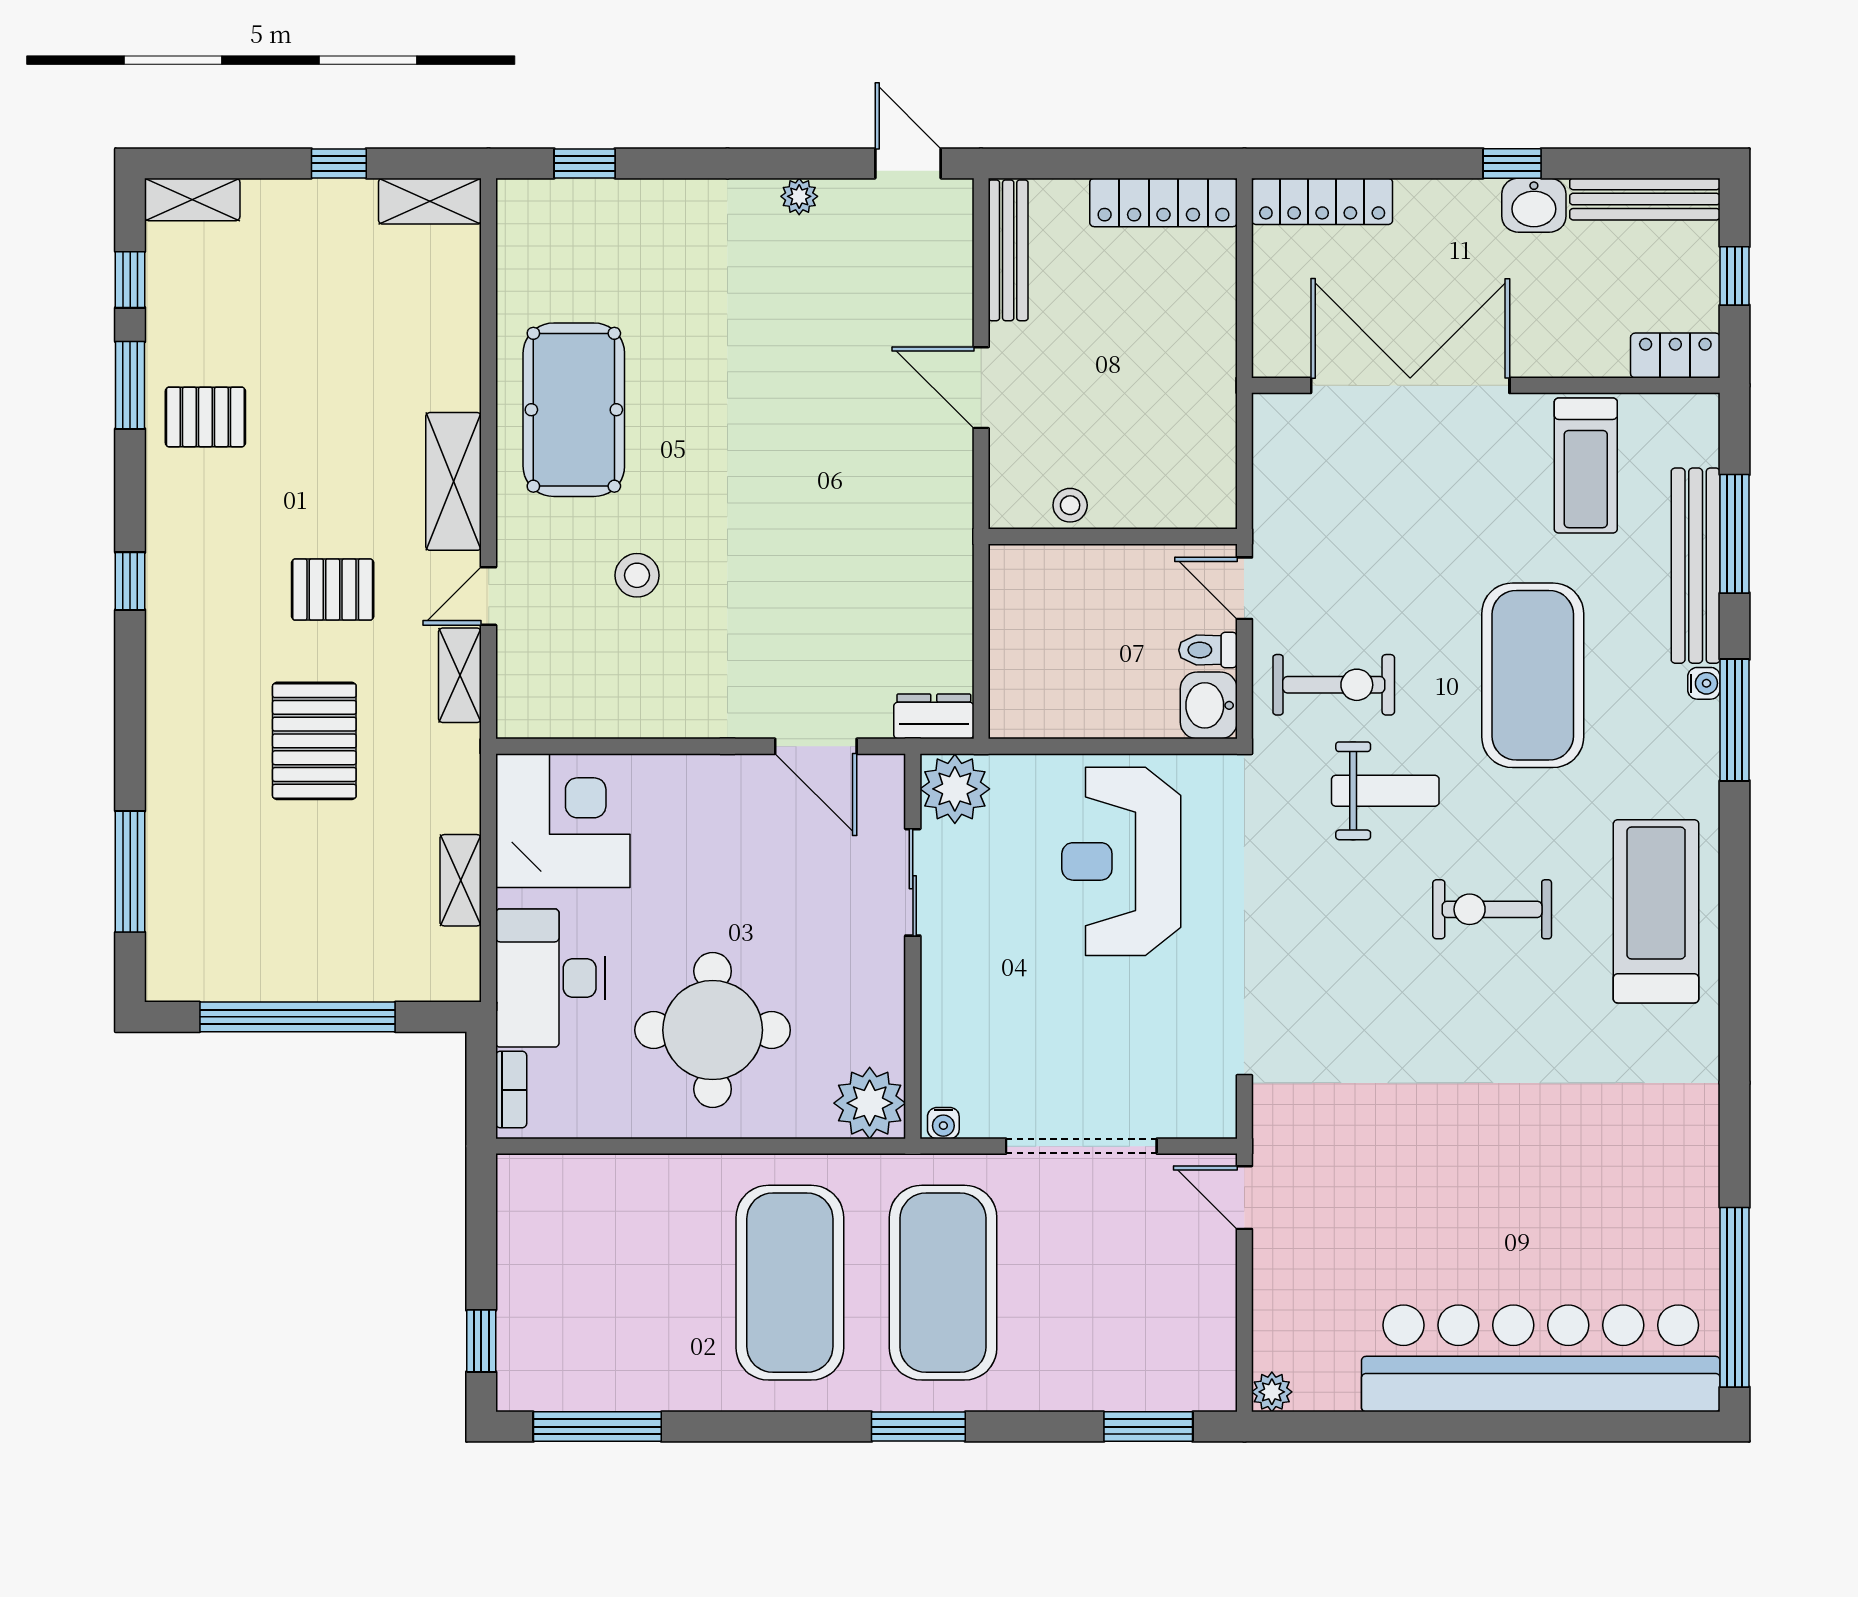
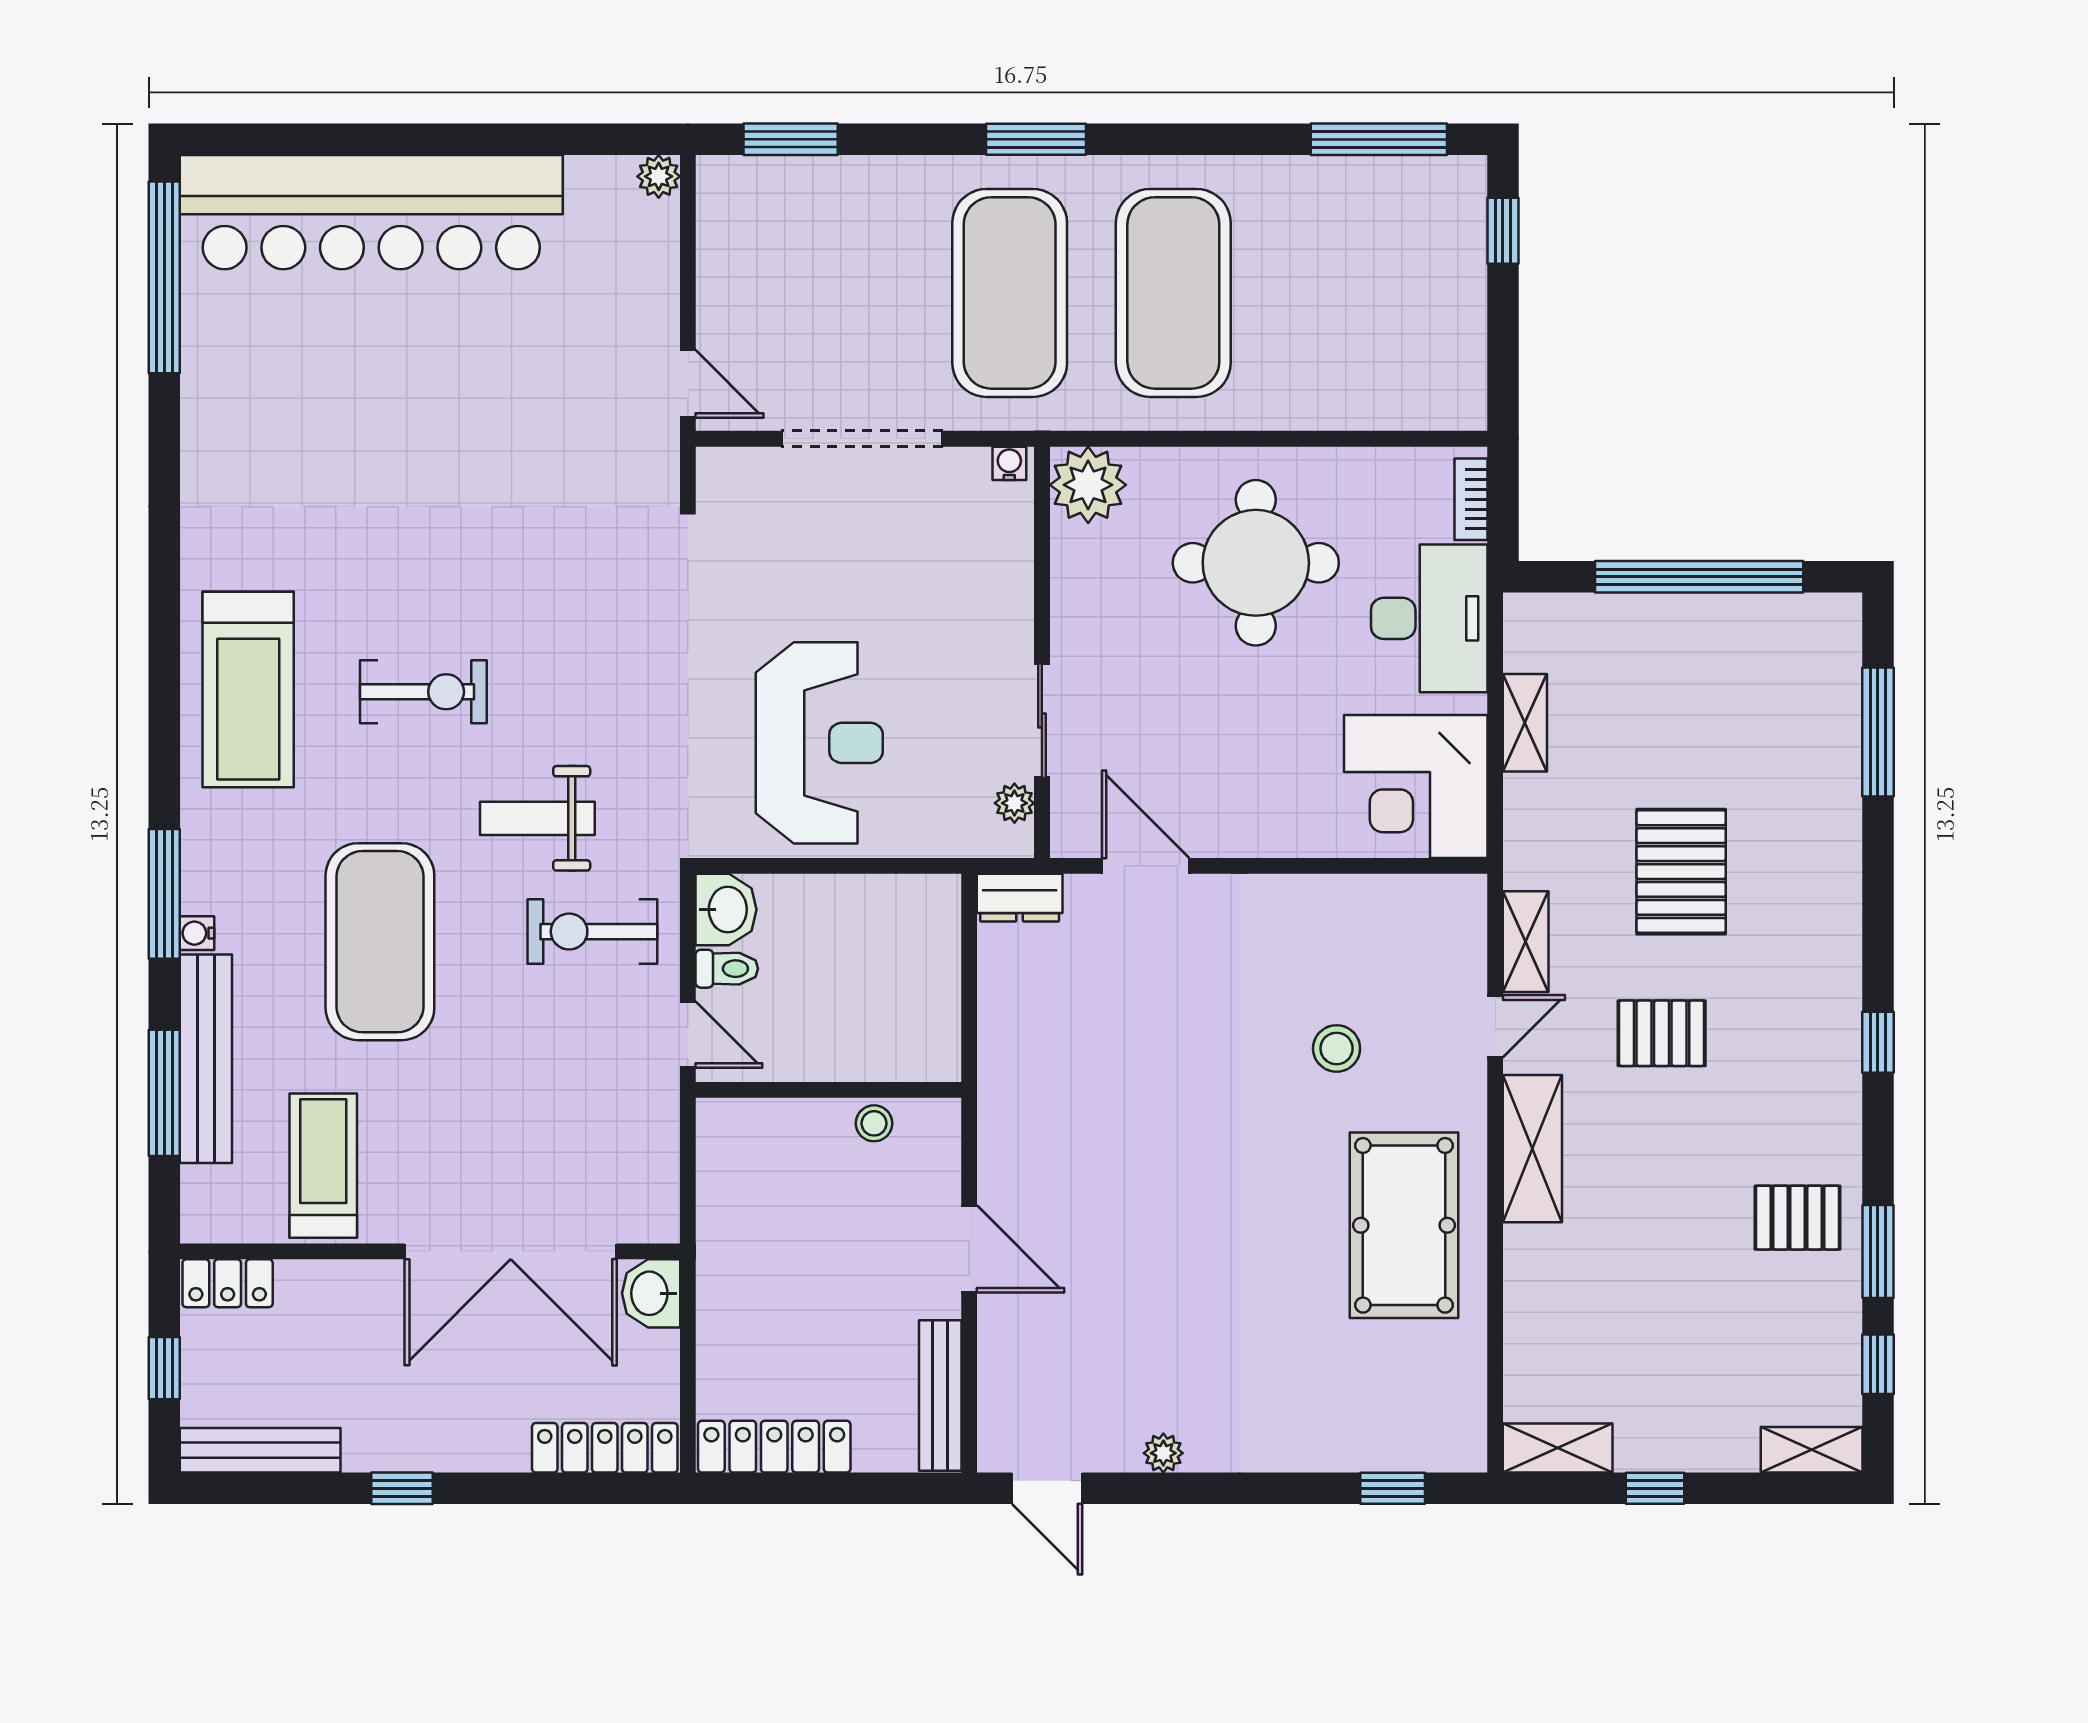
washbasin: (1534, 205) -> (651, 1293), moved, turned -90
plant: (955, 789) -> (1014, 803), width x0.53, depth x0.53

